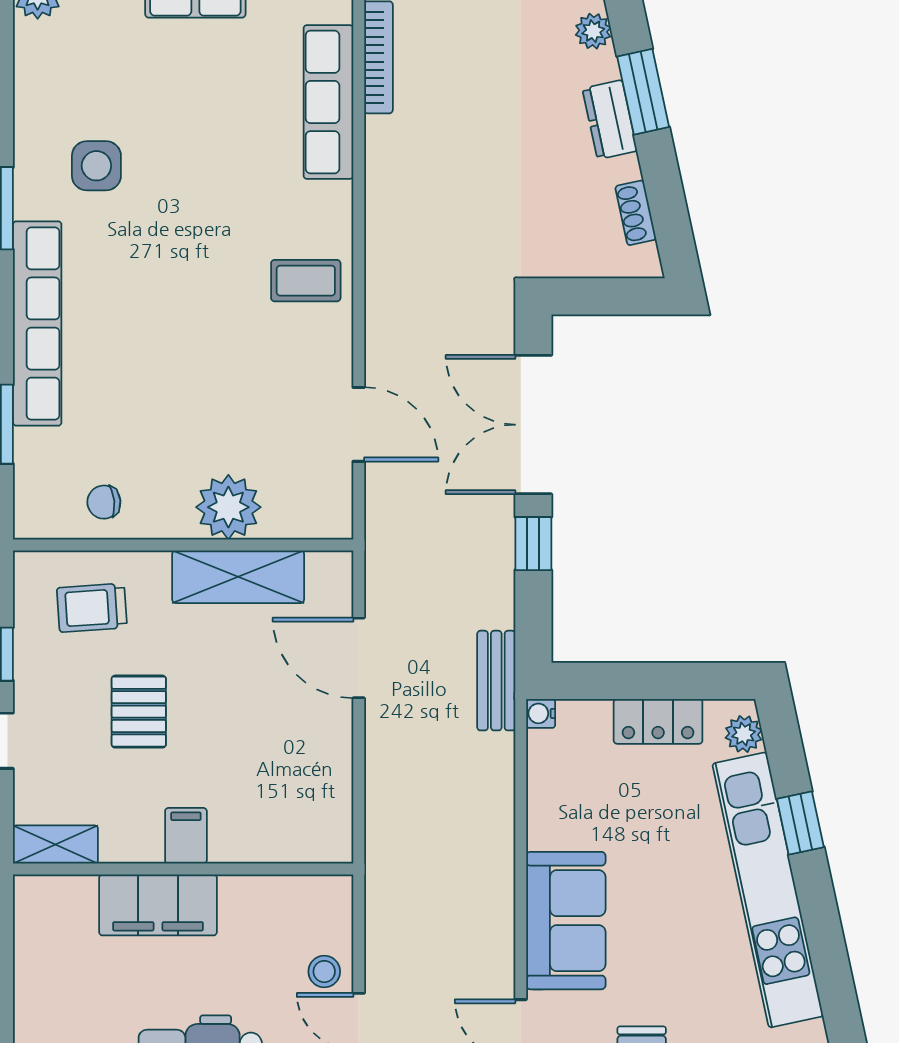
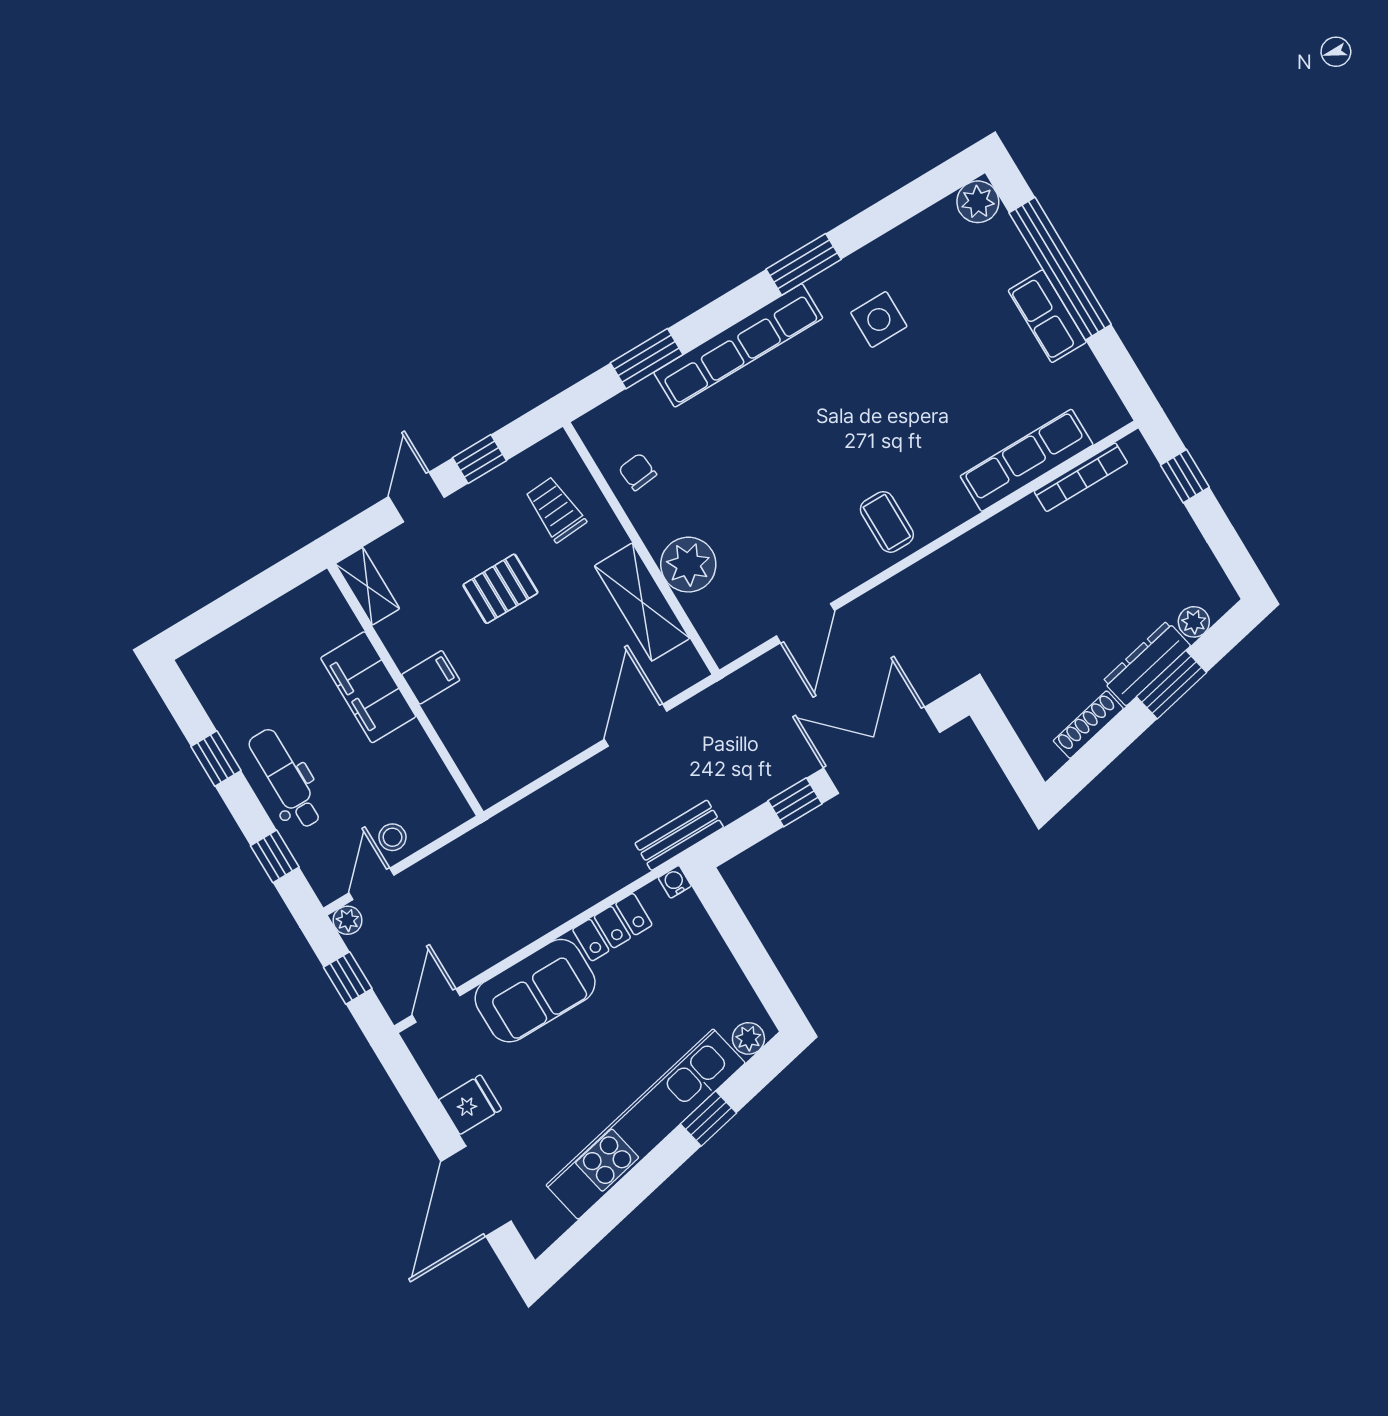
dresser: (610, 120) -> (1147, 663), width x1.44
shoe rack: (636, 213) -> (1088, 725), width x1.43
locker: (658, 721) -> (612, 927), moved, turned -90

